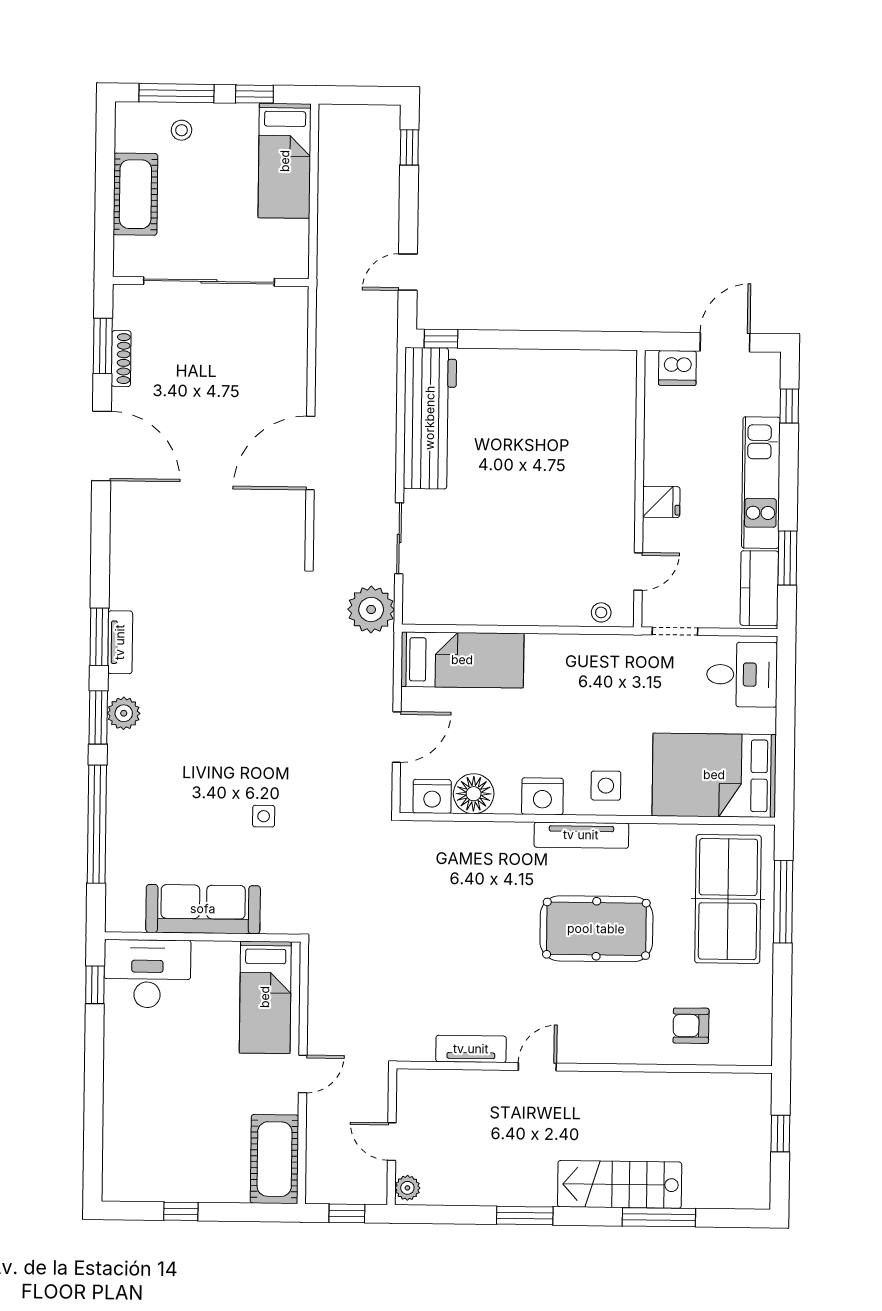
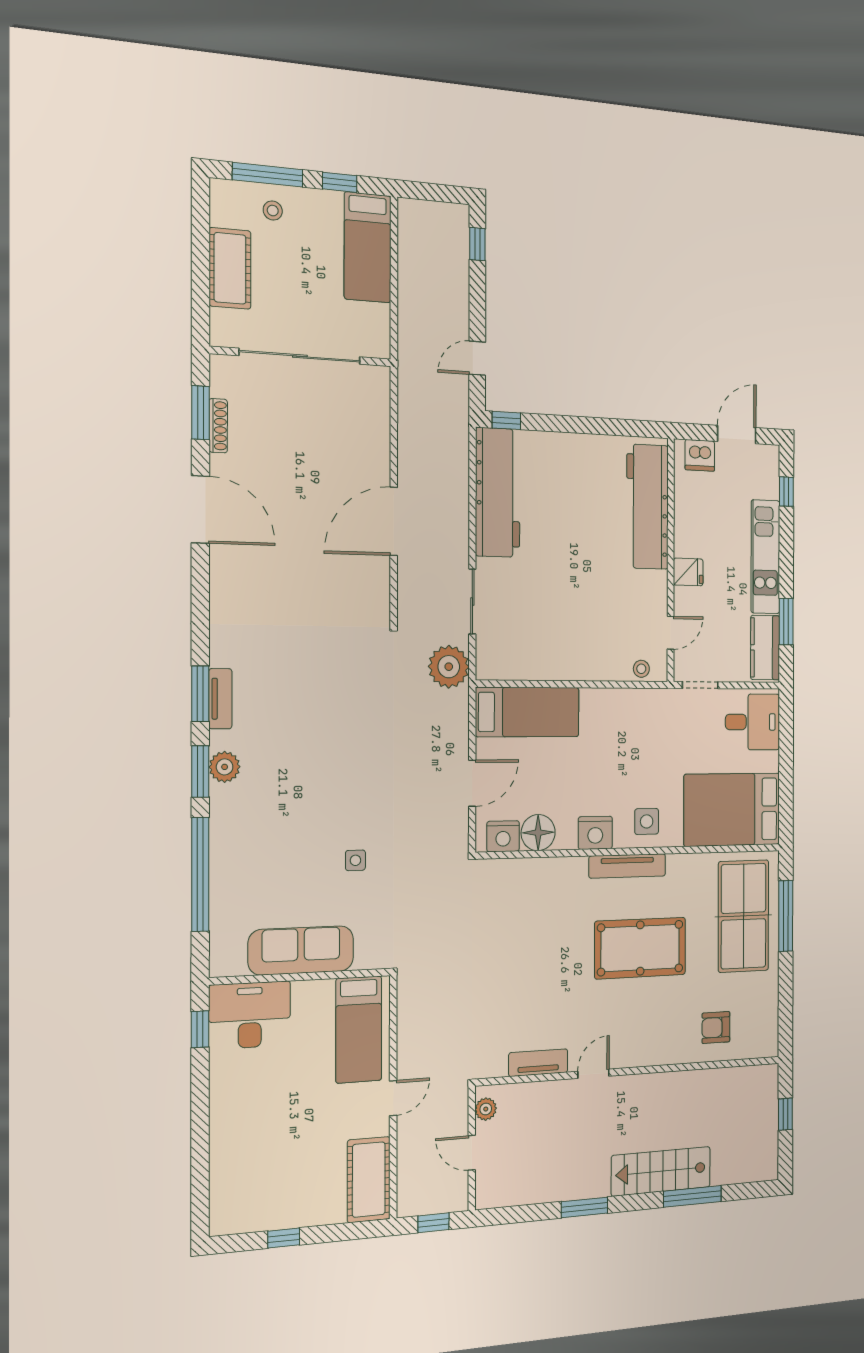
workbench: (611, 429) -> (647, 507), added
plant: (407, 1188) -> (486, 1109), moved

